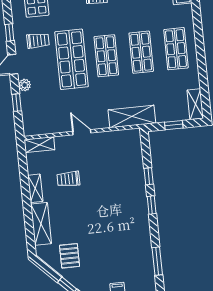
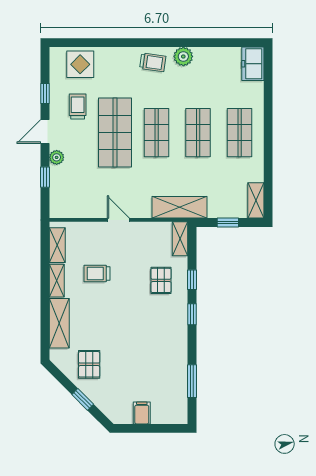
trolley: (38, 41) -> (78, 106), turned -90
shelving: (135, 143) -> (180, 239), added
shelving: (39, 145) -> (57, 245), moved, turned 90
pallet: (123, 179) -> (161, 280), added

